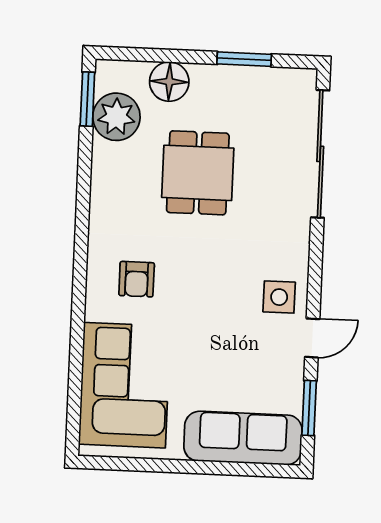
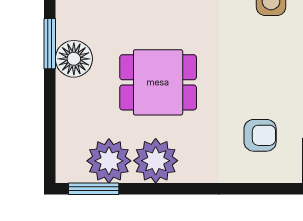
floor lamp: (169, 82) -> (74, 59), moved
plant: (114, 167) -> (156, 161), added

